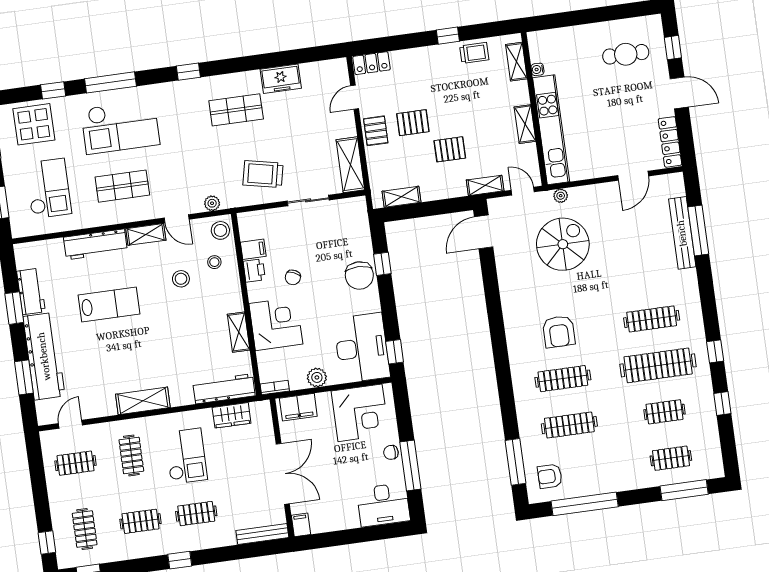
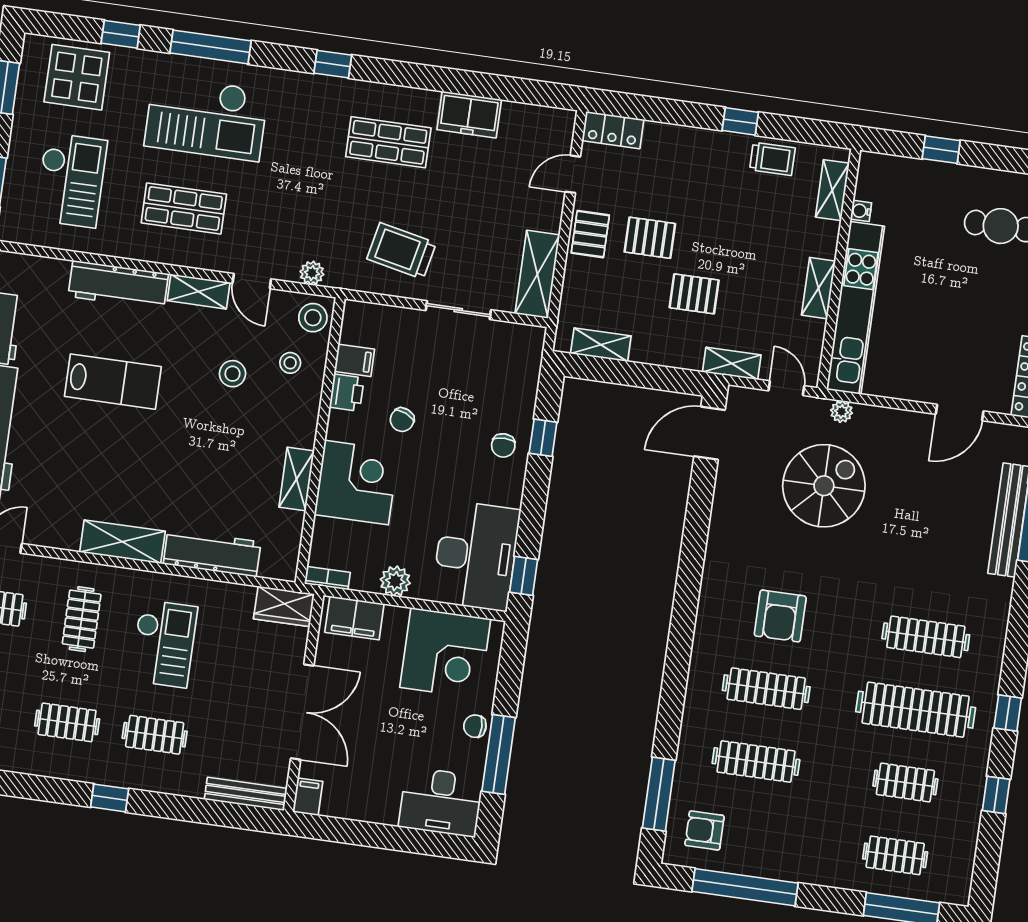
window: (576, 18) -> (941, 150), added
chair: (359, 275) -> (503, 445), width x0.54, depth x0.54
workbench: (224, 389) -> (212, 553), moved
wardrobe: (232, 415) -> (284, 606), moved

